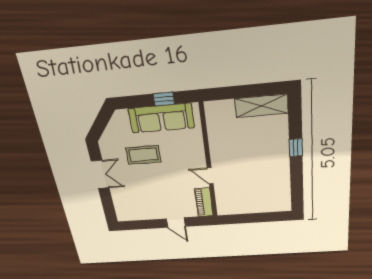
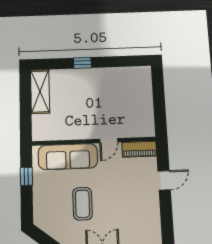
sofa: (161, 118) -> (68, 157), moved, turned 90

